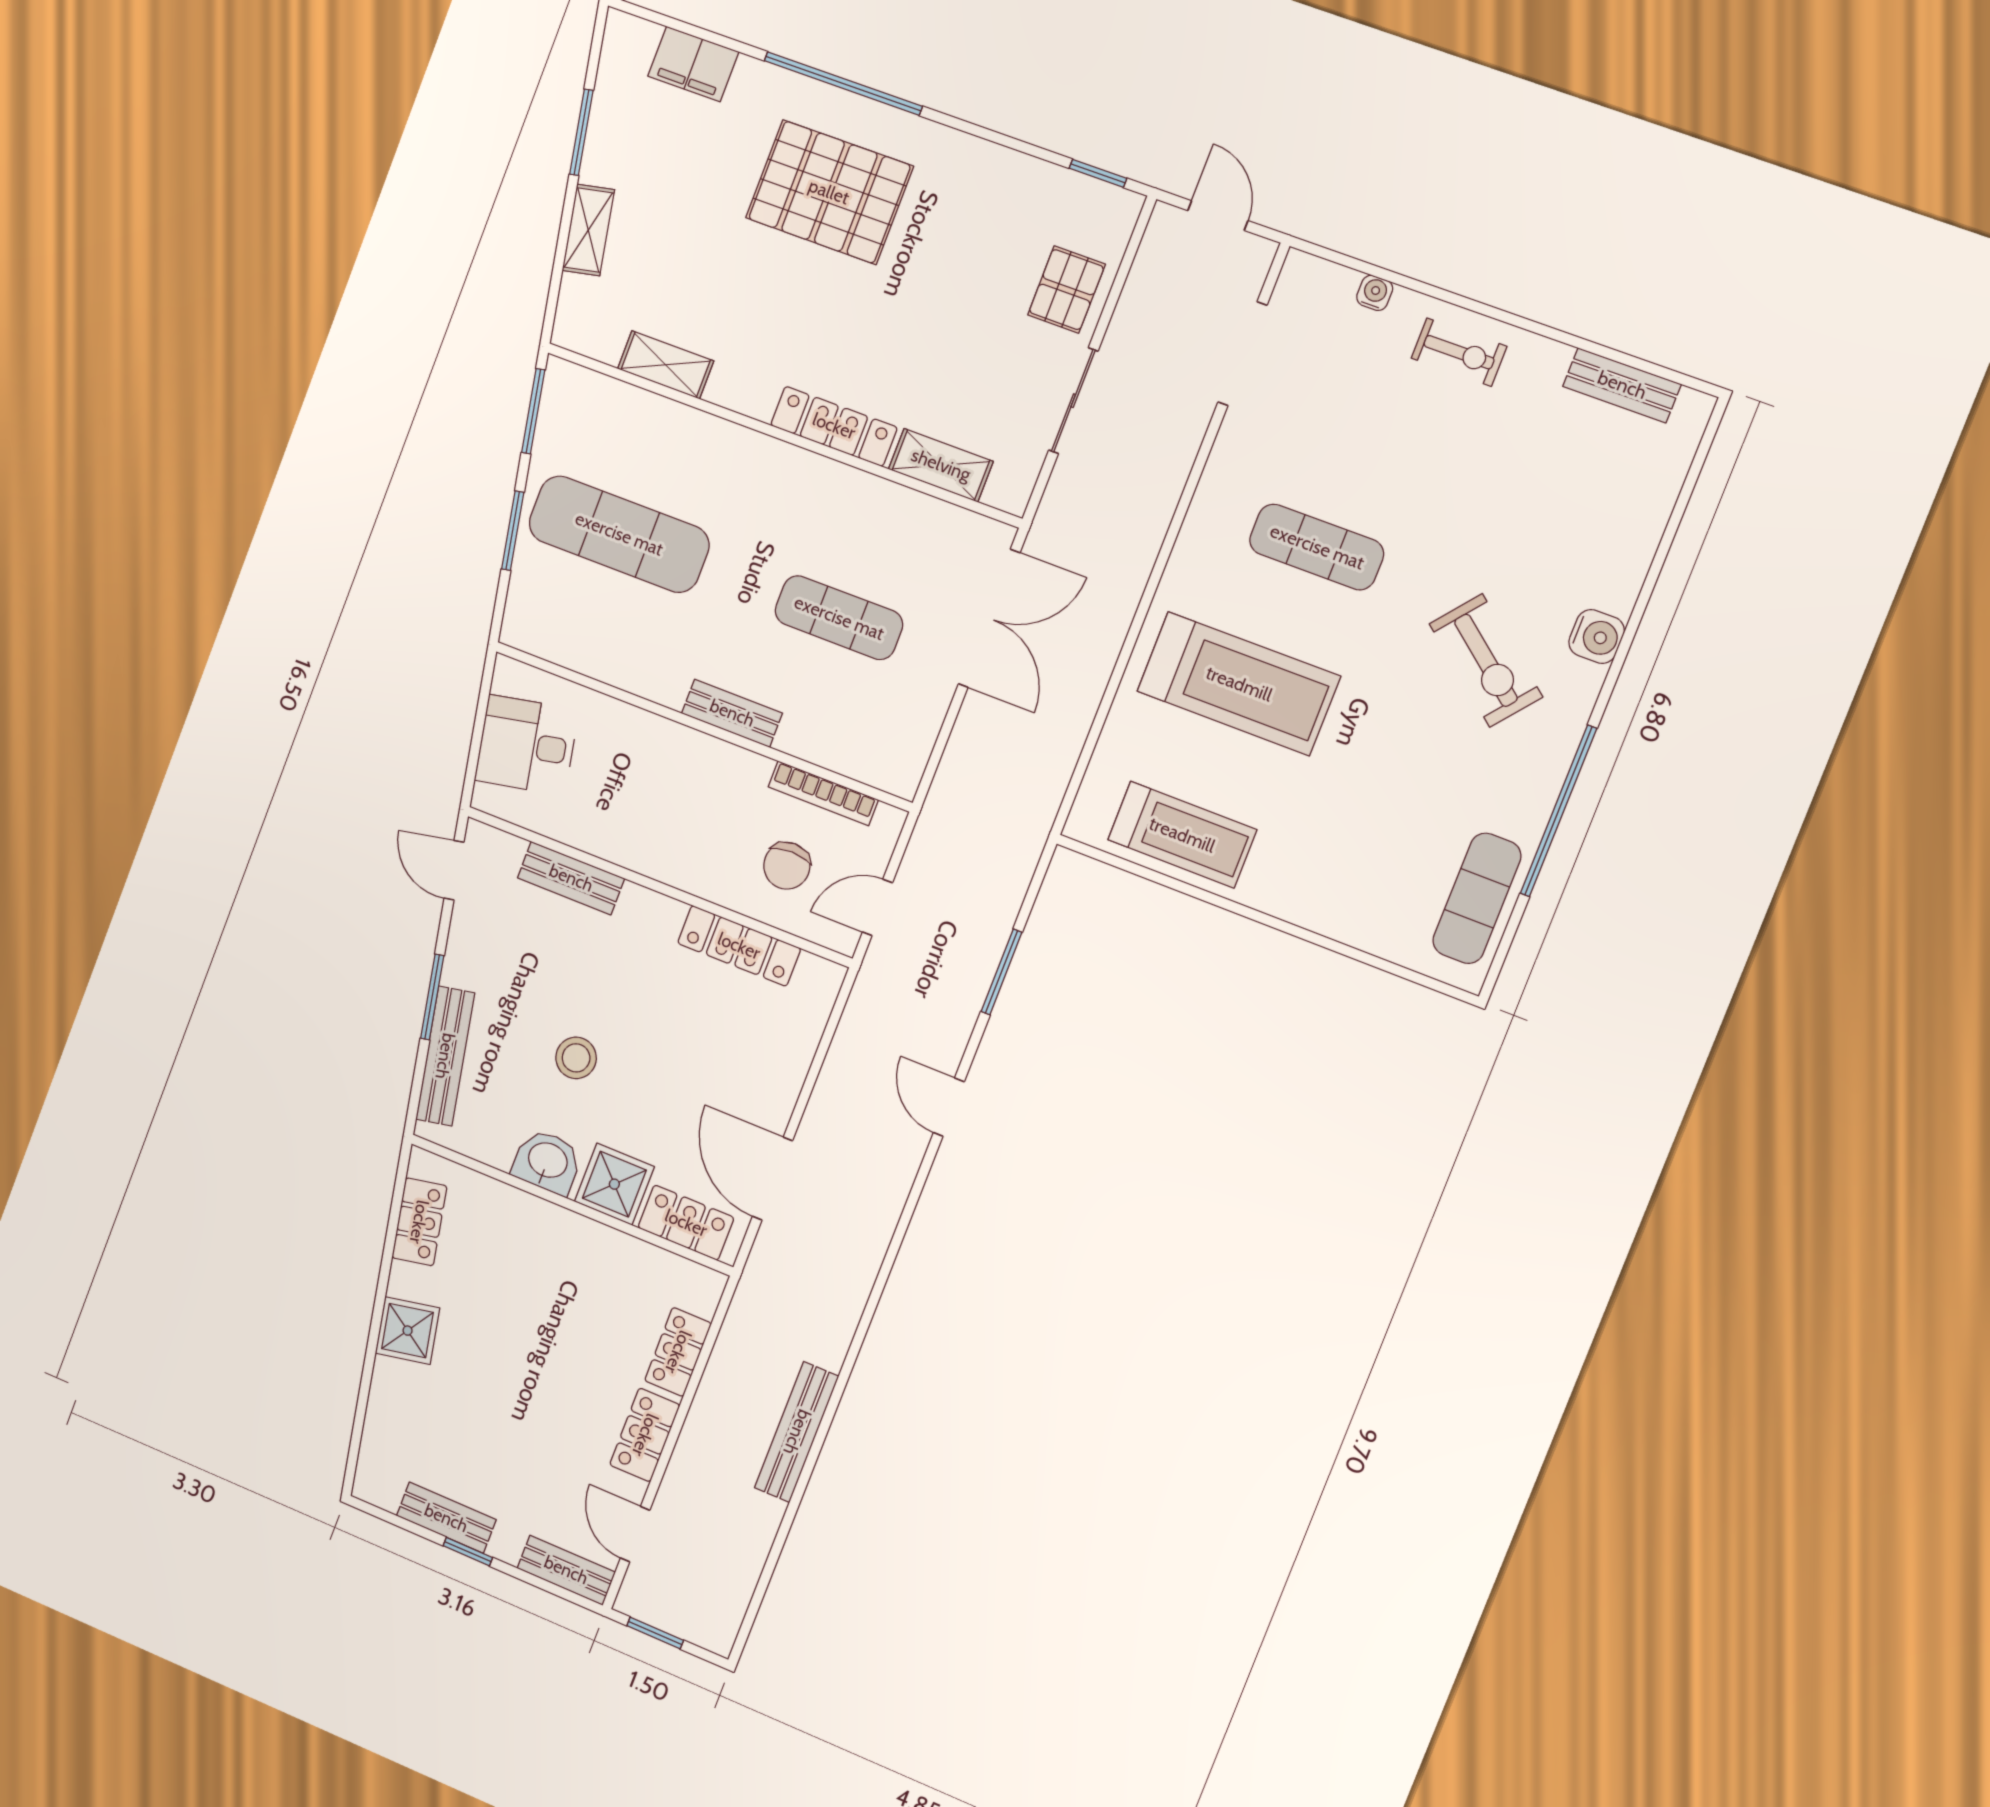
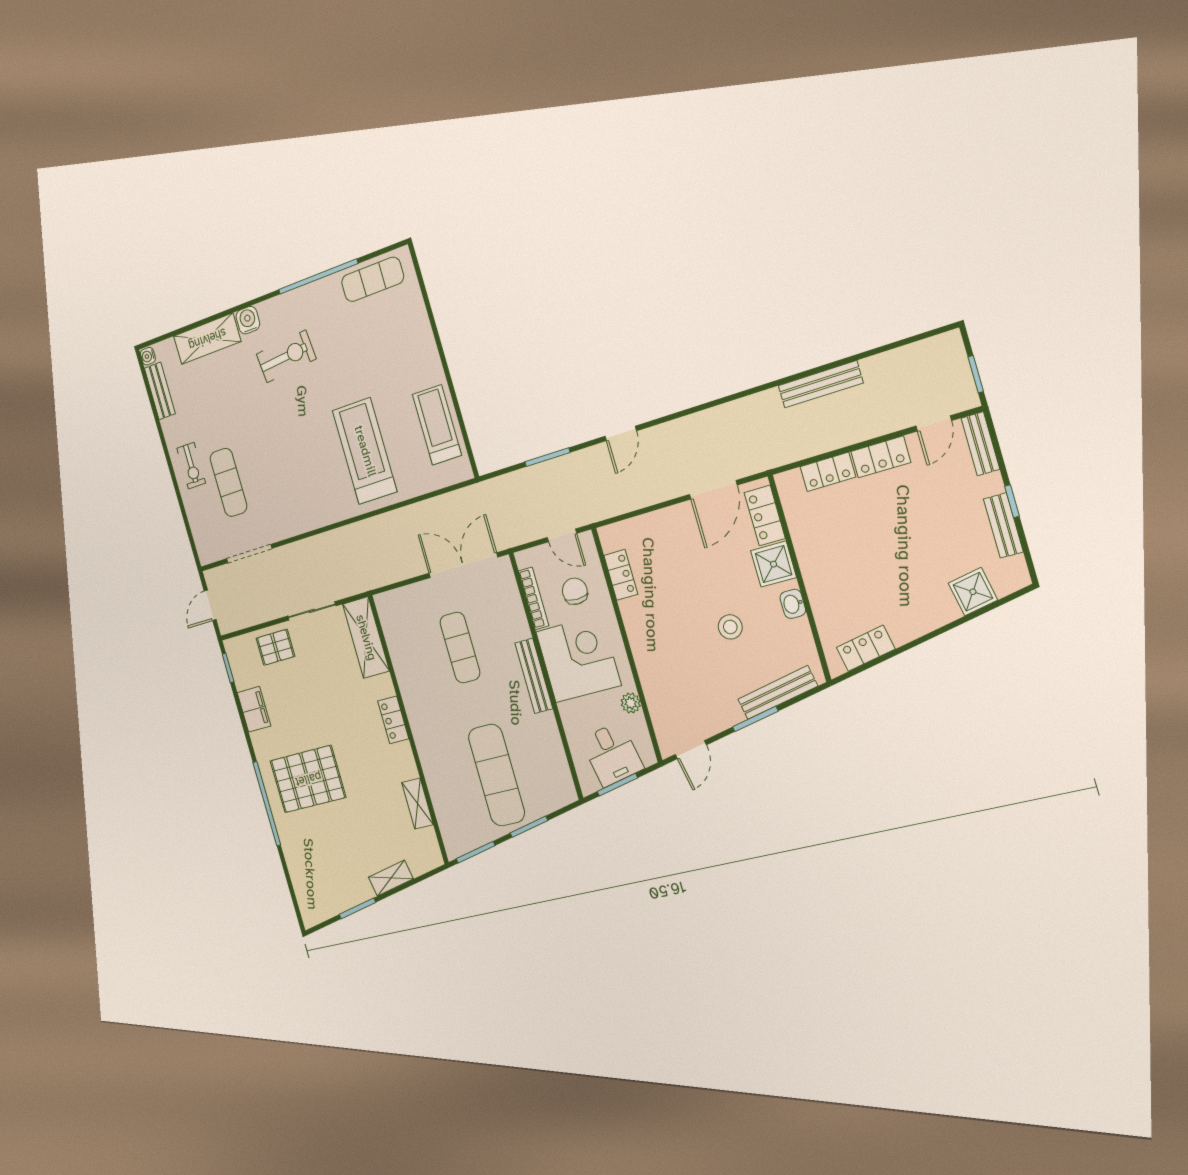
filing cabinet: (693, 64) -> (254, 709), moved
pallet: (829, 192) -> (308, 779), turned 90
water cooler: (1375, 293) -> (148, 356), moved
exercise bike: (1459, 352) -> (191, 466), turned 180
locker: (834, 426) -> (393, 720), width x0.66
shelving: (941, 465) -> (366, 638), width x1.50, depth x1.33
shelving: (1630, 539) -> (207, 339), added
exercise mat: (1317, 547) -> (228, 482), moved
double door: (989, 618) -> (463, 565), moved
exercise bike: (1486, 660) -> (286, 356), turned 46
bench: (732, 713) -> (534, 676), width x1.36
window: (480, 720) -> (617, 785), added
corner desk: (691, 797) -> (578, 658), added
plant: (576, 830) -> (631, 703), added
chair: (787, 866) -> (575, 591), turned -90
bench: (571, 878) -> (653, 690), removed
locker: (739, 946) -> (621, 575), width x0.66
washbasin: (547, 1162) -> (793, 604), width x0.72, depth x0.69
shower: (408, 1331) -> (973, 592), moved

